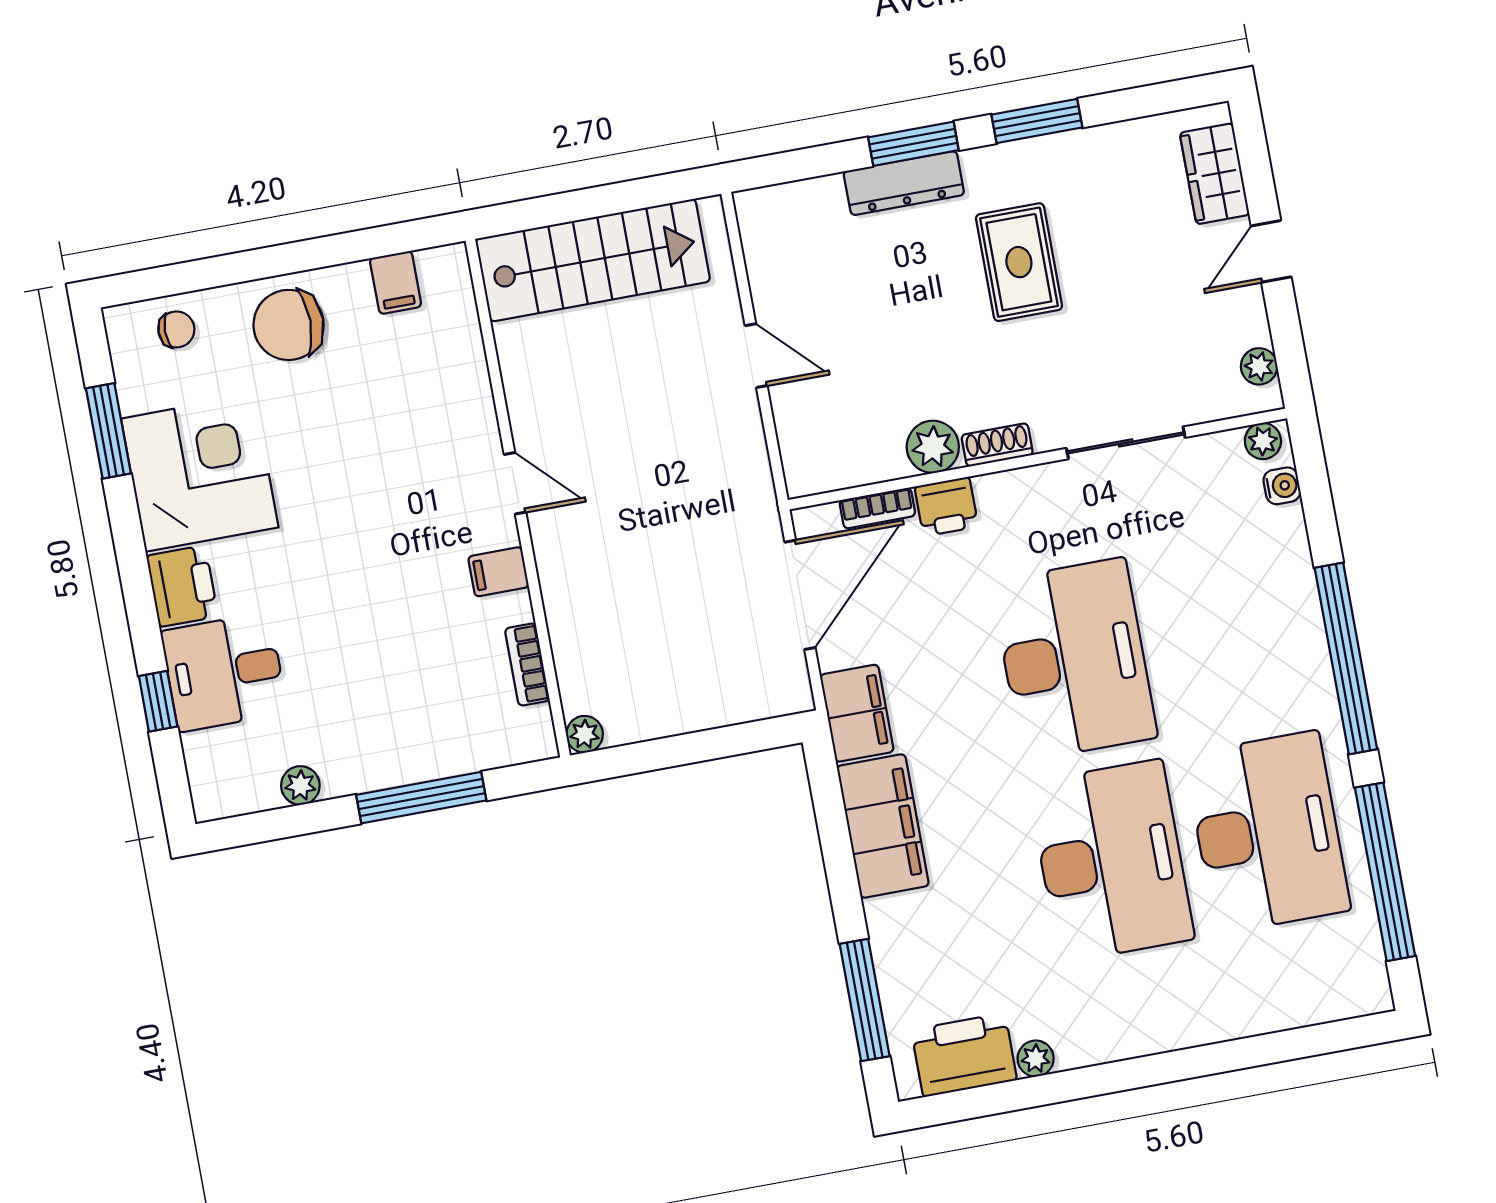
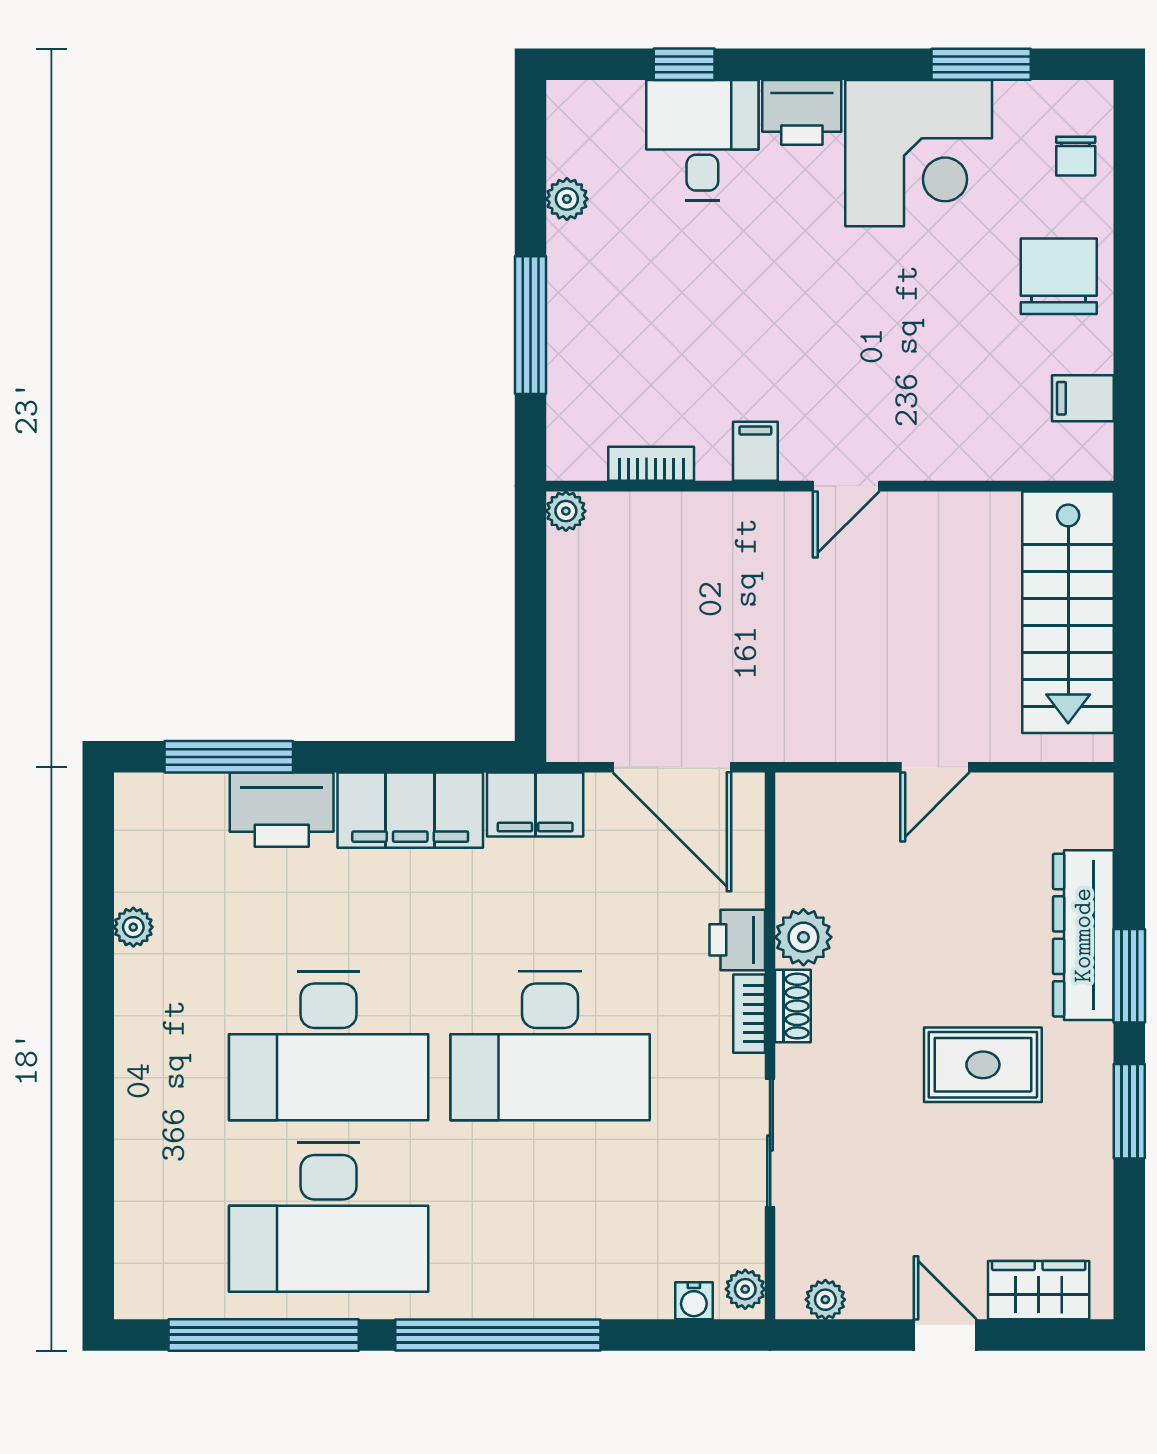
dresser: (904, 183) -> (1083, 935), width x1.37, depth x1.24
bookcase: (877, 508) -> (749, 1014), moved
printer: (964, 1055) -> (282, 810), moved, turned 90

